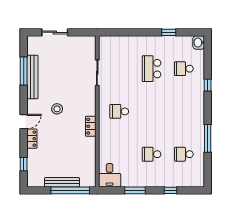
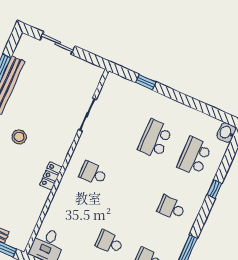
window: (169, 32) -> (146, 82), moved
school desk: (184, 69) -> (194, 156), width x1.85
school desk: (184, 111) -> (171, 208), added

